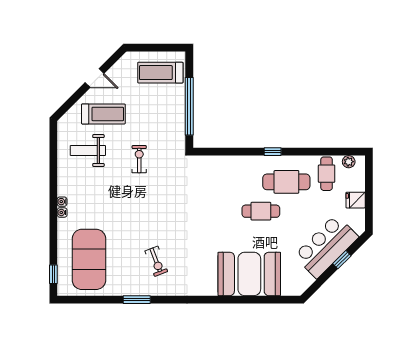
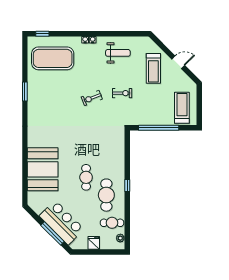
door: (95, 78) -> (178, 62), swing flipped
weight bench: (88, 151) -> (118, 53), moved, turned 90
window: (342, 260) -> (52, 233), width x2.17
exercise bike: (156, 261) -> (92, 98), moved

